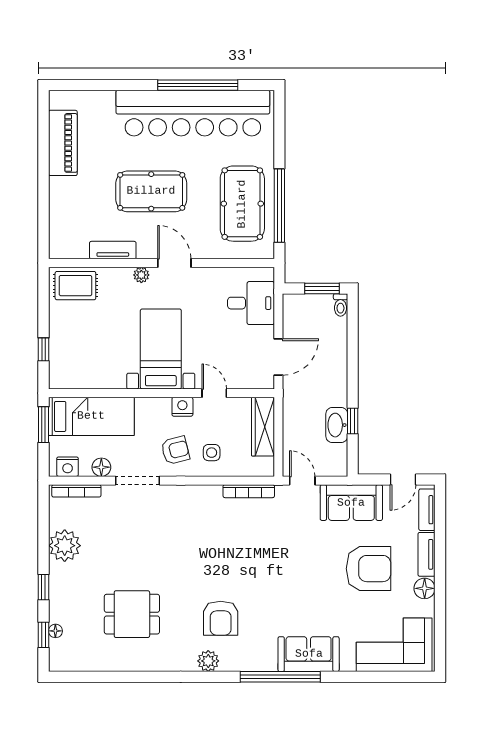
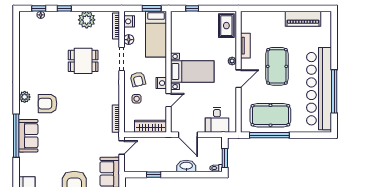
washbasin: (337, 425) -> (186, 166), moved
dining table: (132, 614) -> (83, 61), moved, turned 90
sofa: (309, 654) -> (28, 136), moved

